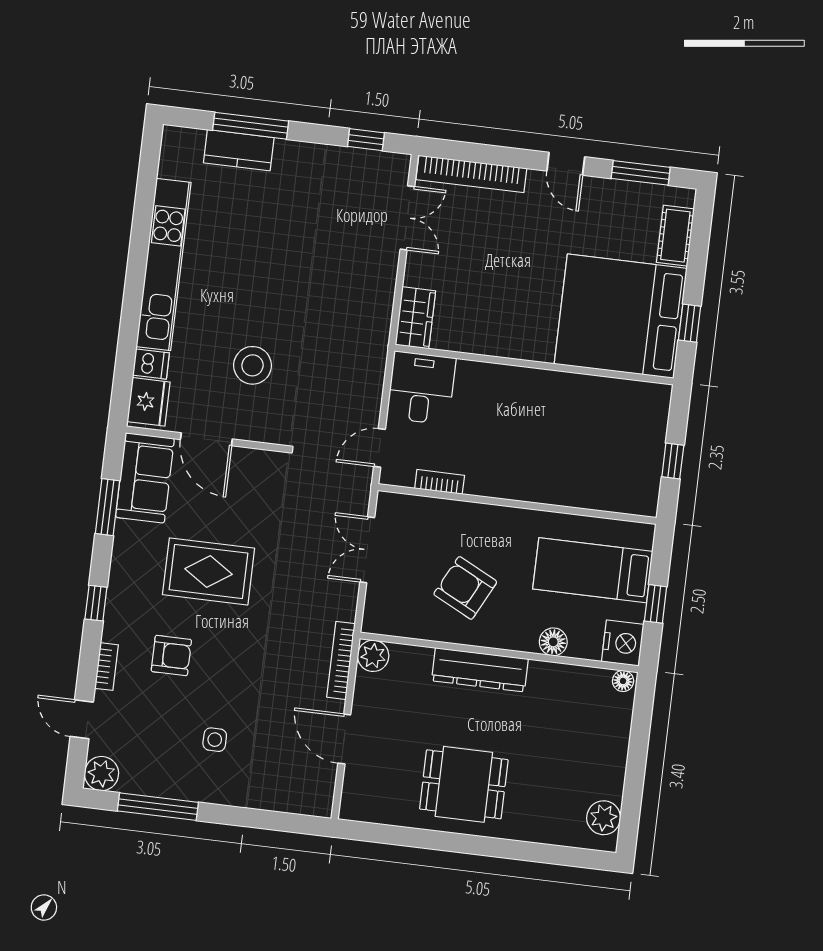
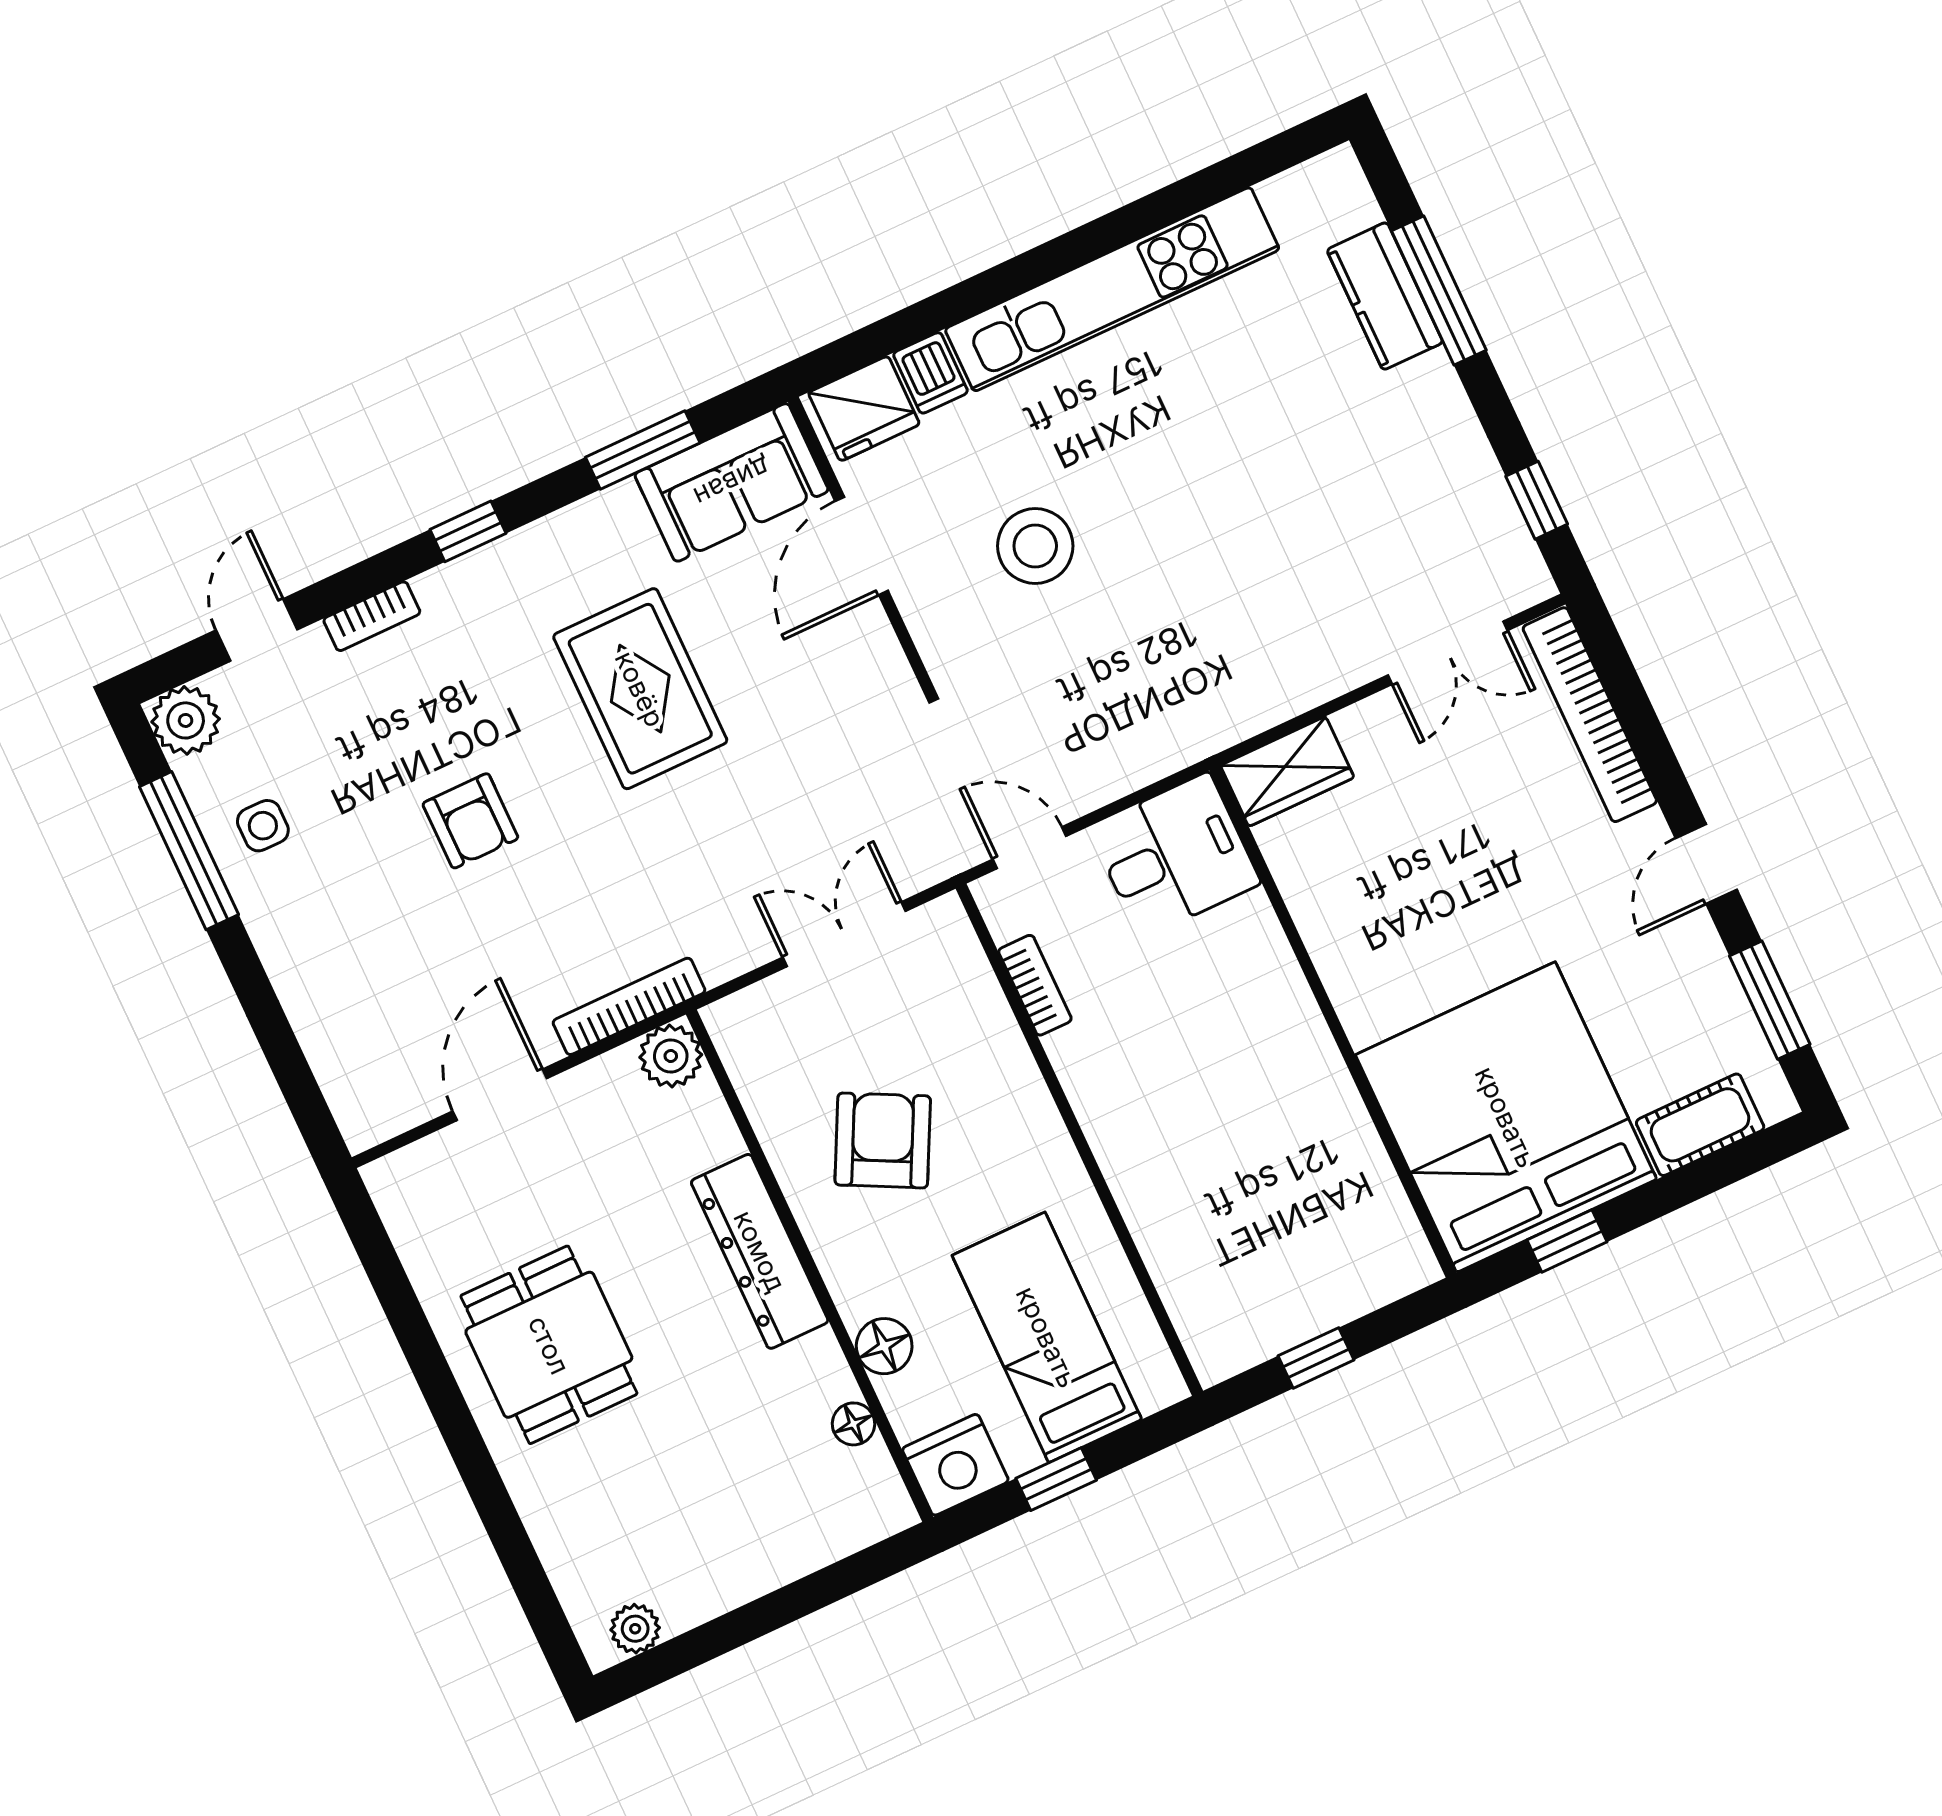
armchair: (171, 656) -> (470, 821), moved
floor lamp: (623, 681) -> (853, 1424), moved
side table: (215, 740) -> (263, 826), moved
plant: (604, 818) -> (635, 1629), width x0.73, depth x0.73

